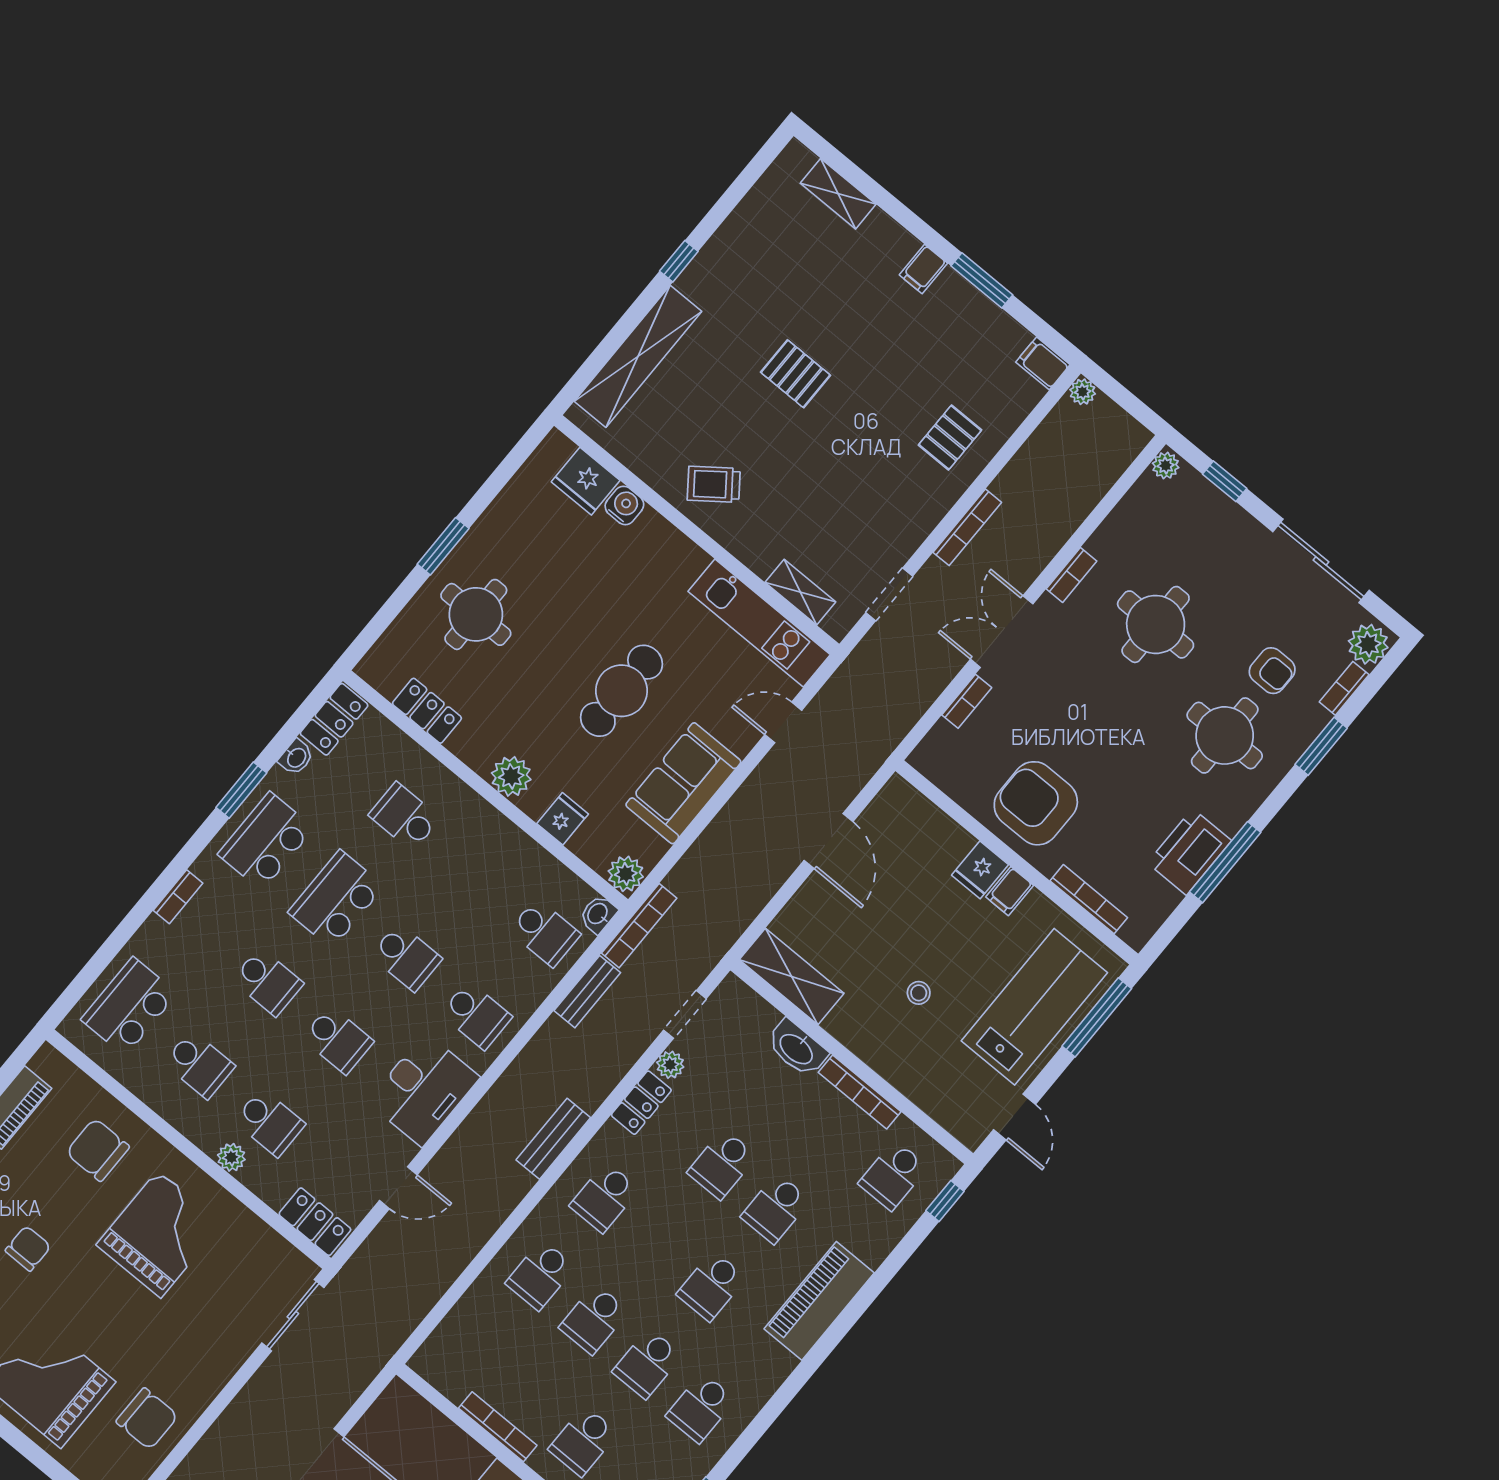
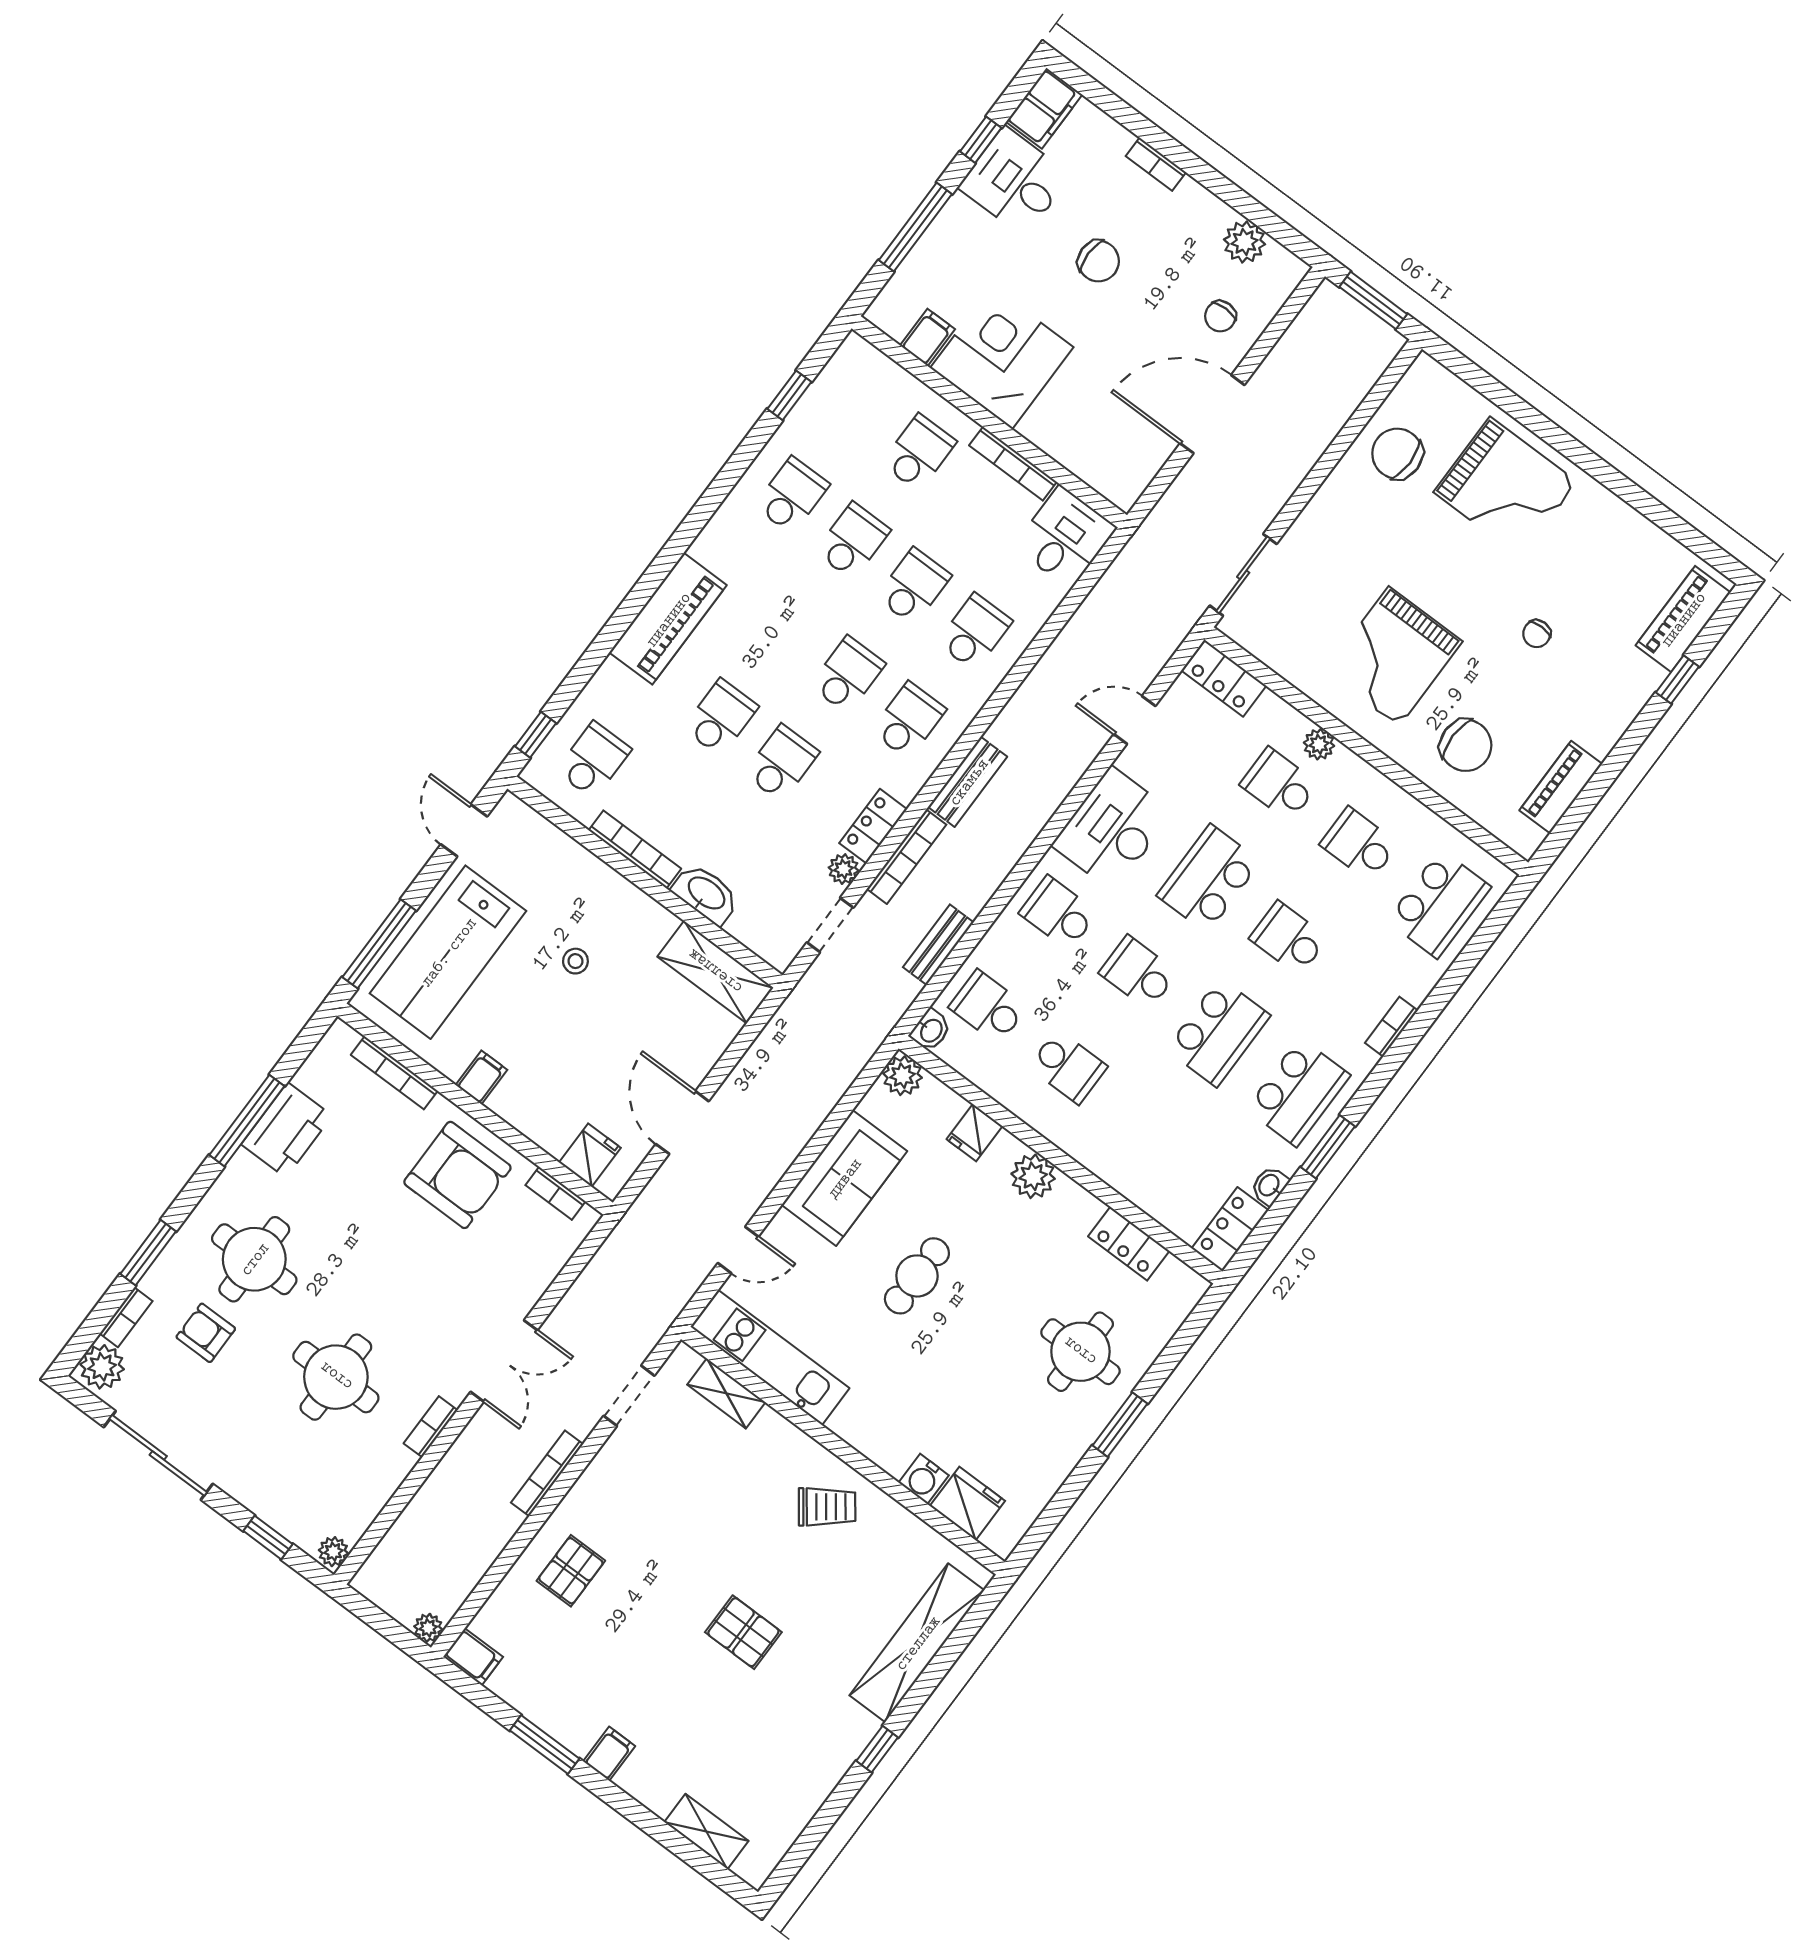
cafe table: (621, 691) -> (917, 1276), width x0.73, depth x0.74
bookcase: (967, 701) -> (556, 1193), moved, turned -90
school desk: (404, 817) -> (1068, 1067), moved
fridge: (980, 870) -> (590, 1155), moved
bookcase: (639, 926) -> (906, 857), moved, turned 180
school desk: (338, 1040) -> (1209, 879), width x1.85
chair: (28, 1248) -> (1537, 634), width x0.73, depth x0.73
school desk: (711, 1286) -> (848, 675), moved
desk: (454, 1357) -> (1065, 537), added

